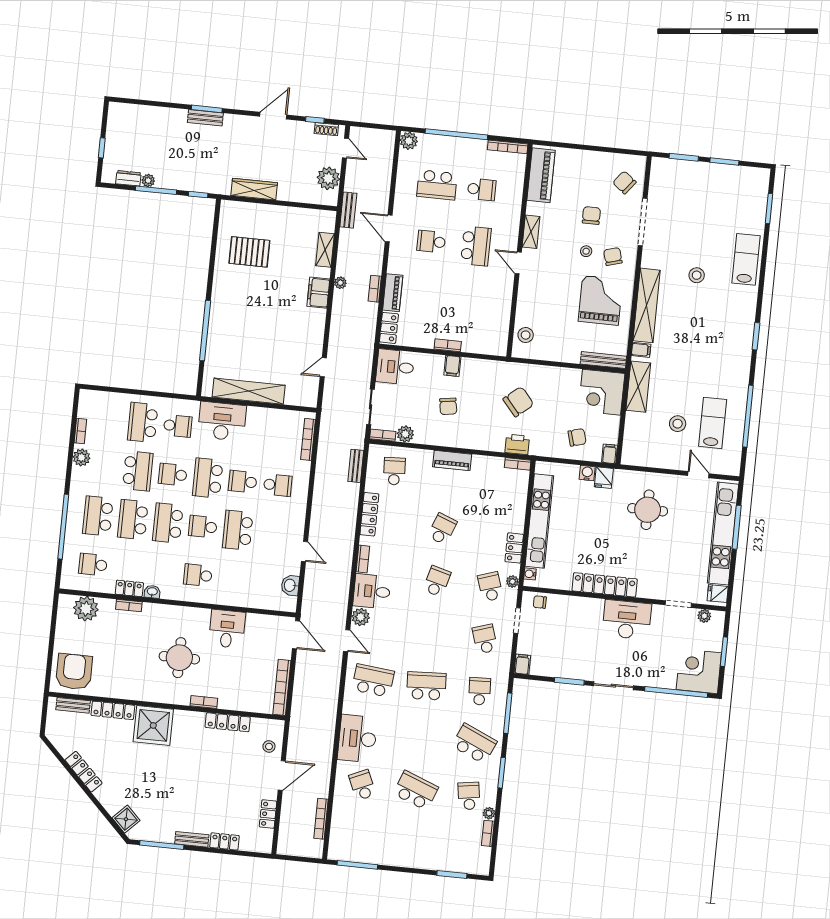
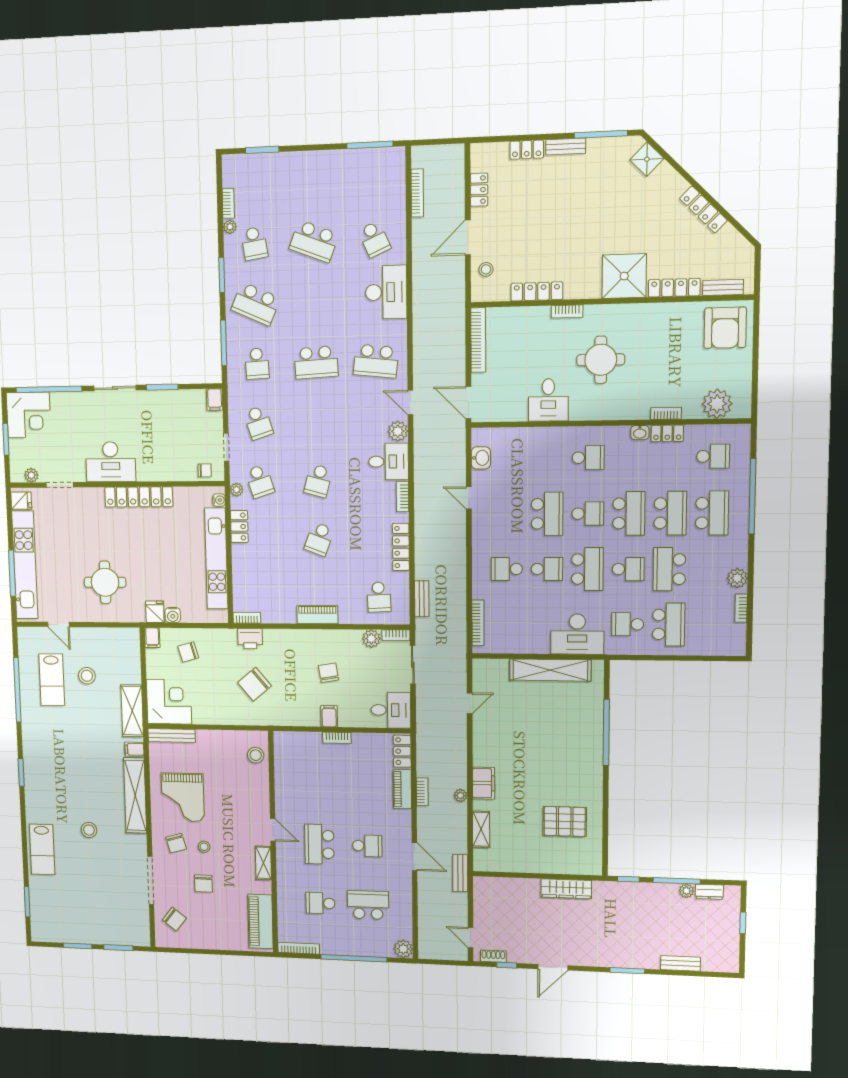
bench: (205, 118) -> (680, 963), moved
plant: (328, 178) -> (486, 905), removed

